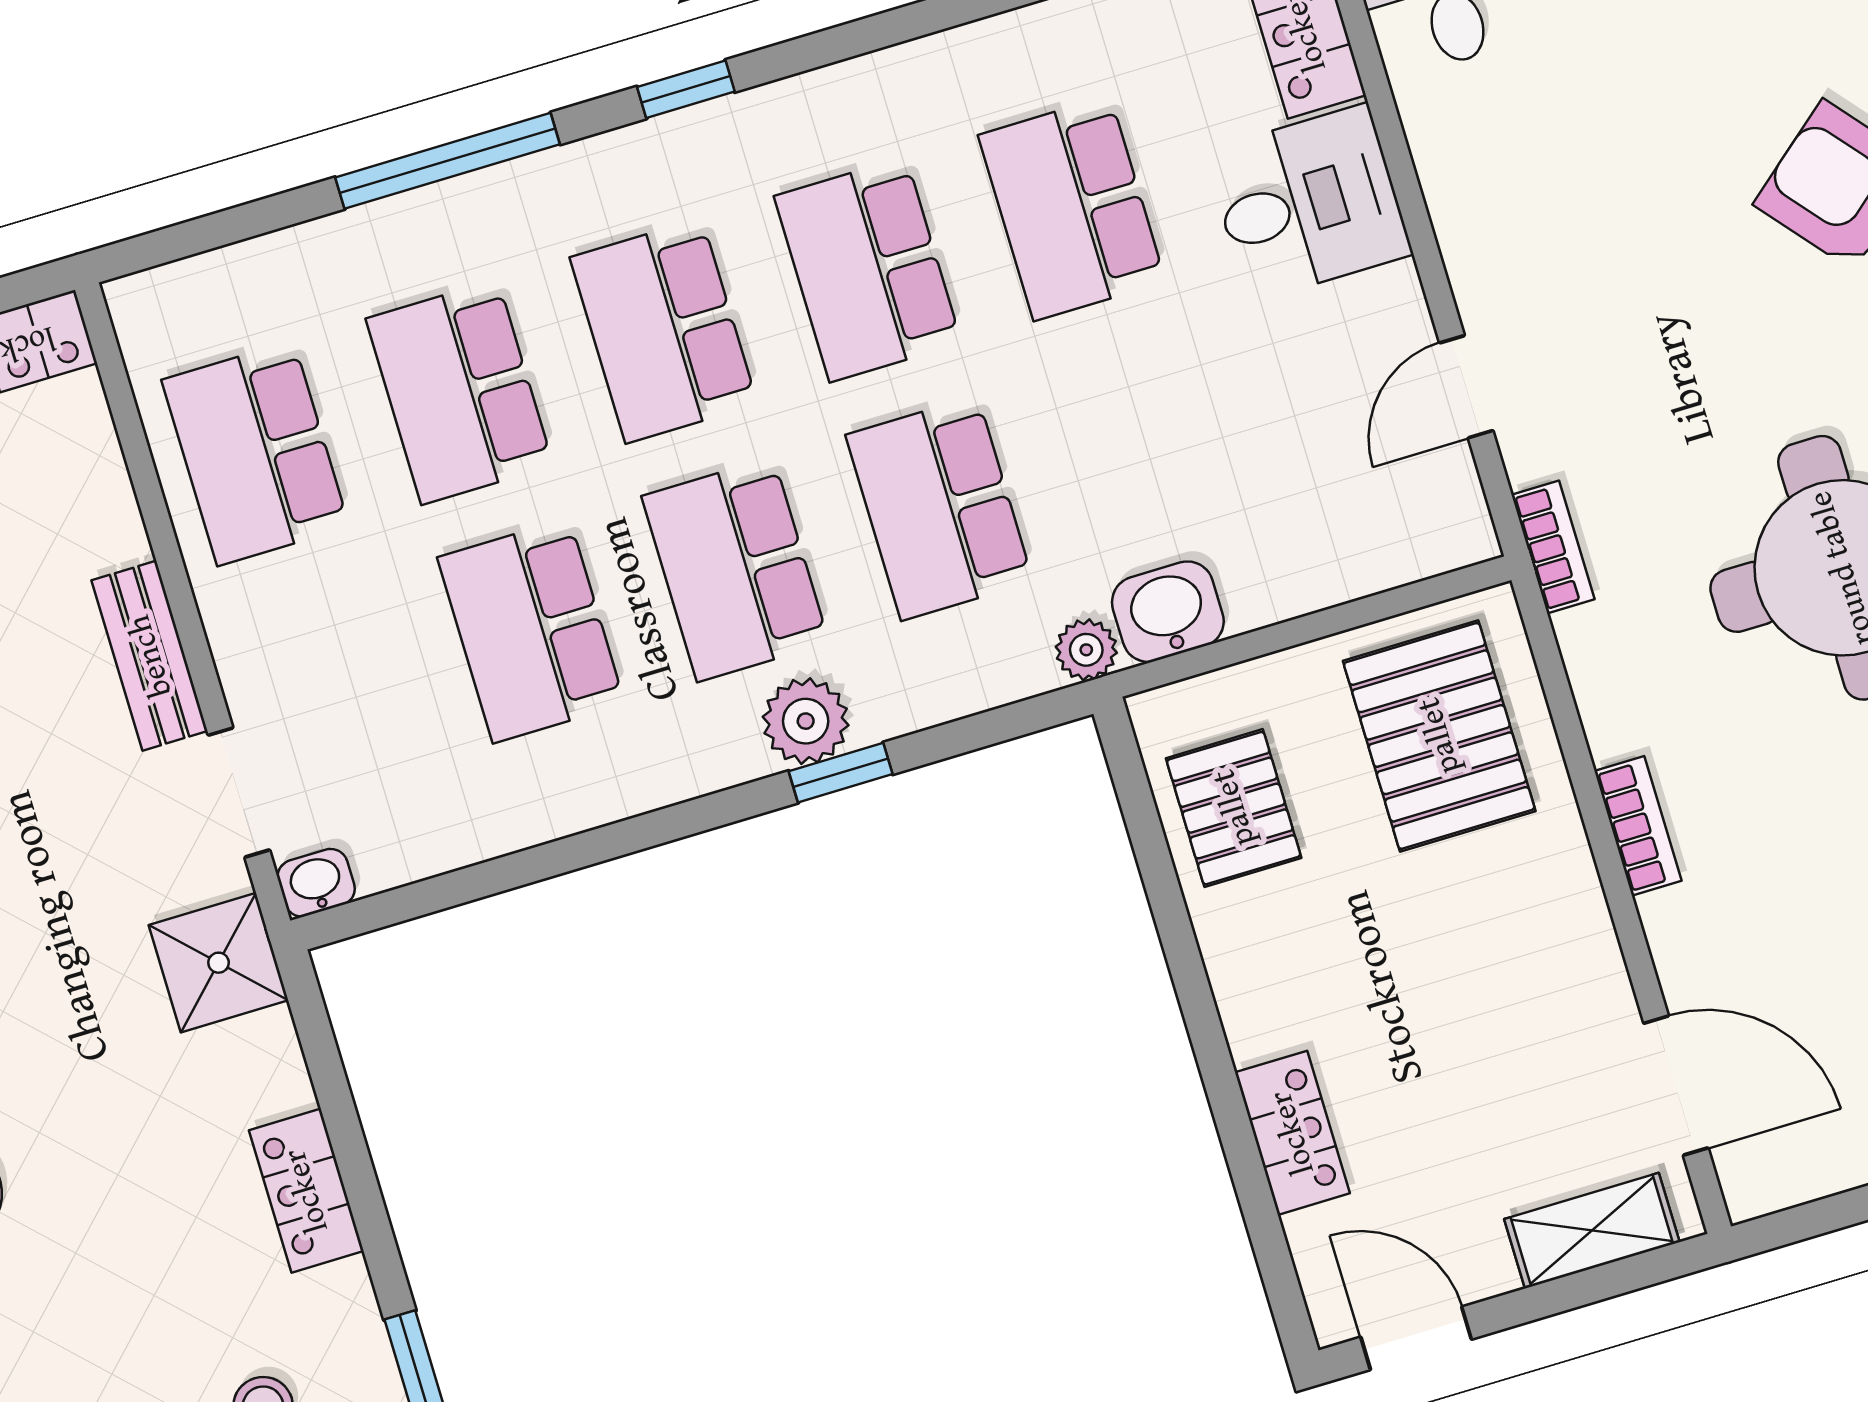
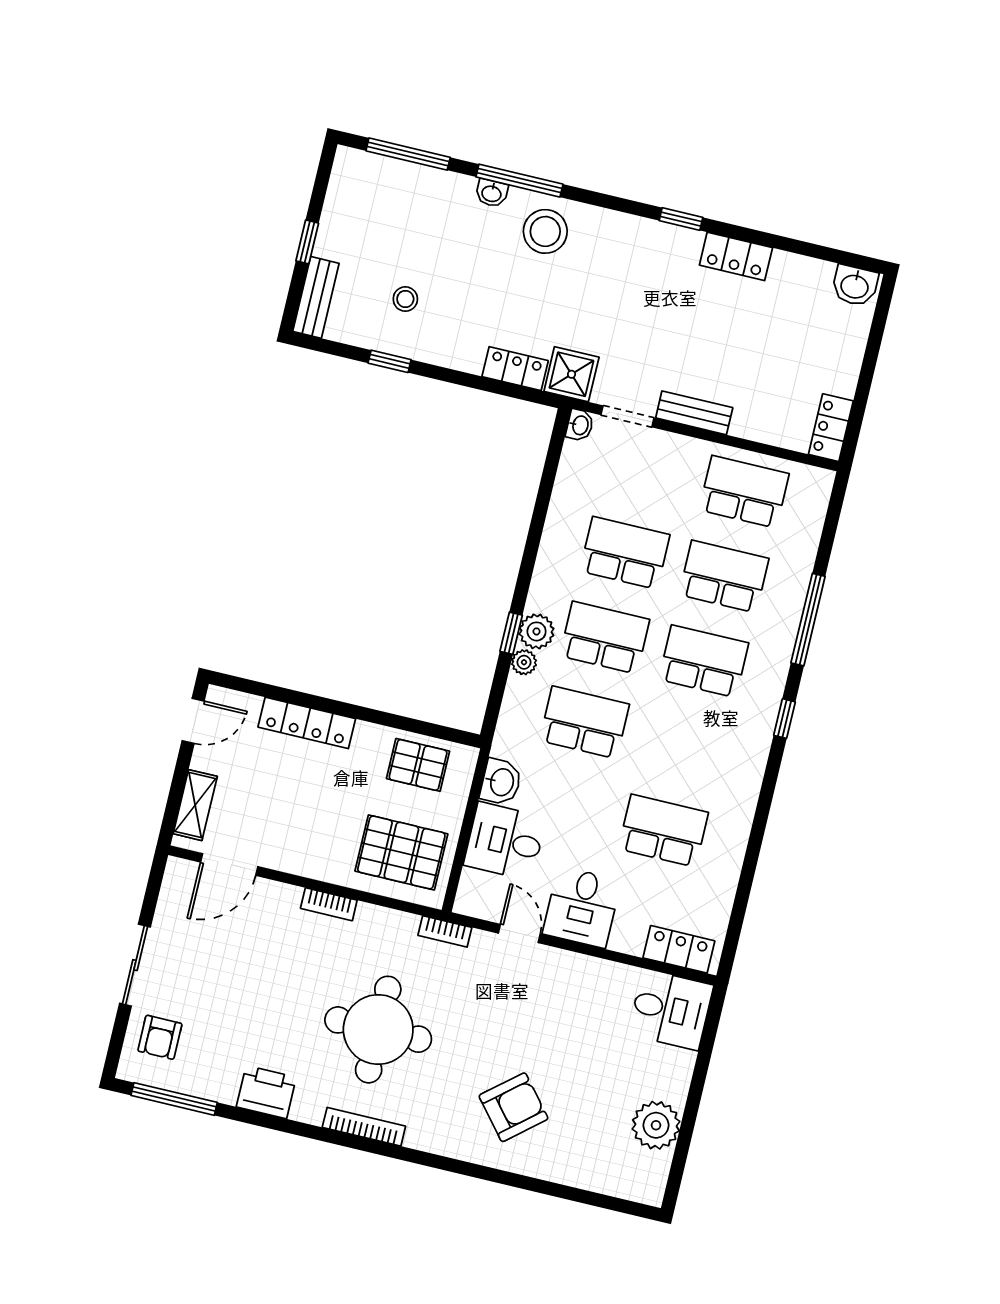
desk: (1308, 203) -> (582, 907), moved
school desk: (868, 270) -> (683, 746), removed
desk: (1288, 531) -> (505, 841), added
plant: (1086, 650) -> (524, 662), moved
locker: (1292, 1133) -> (307, 723), width x1.53
locker: (306, 1191) -> (515, 369), moved

